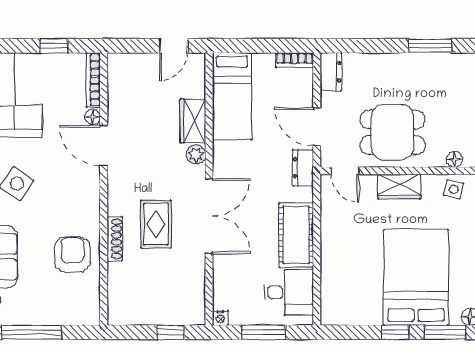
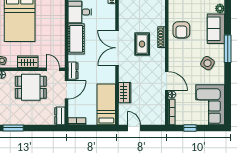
door: (173, 46) -> (134, 128), hinge flipped
door: (317, 127) -> (66, 90), hinge flipped
plant: (196, 154) -> (123, 77), removed

